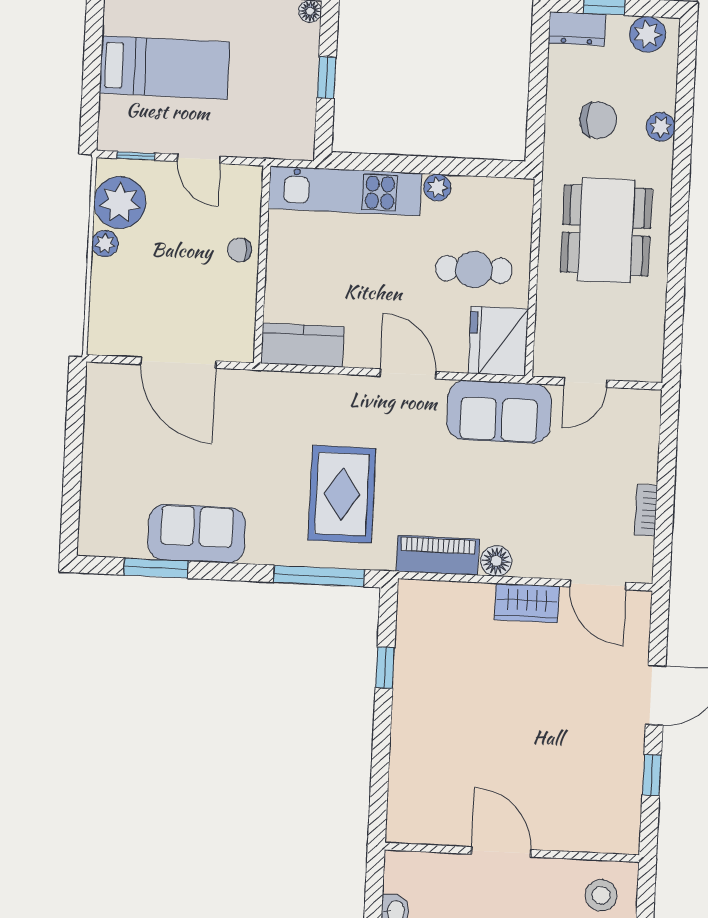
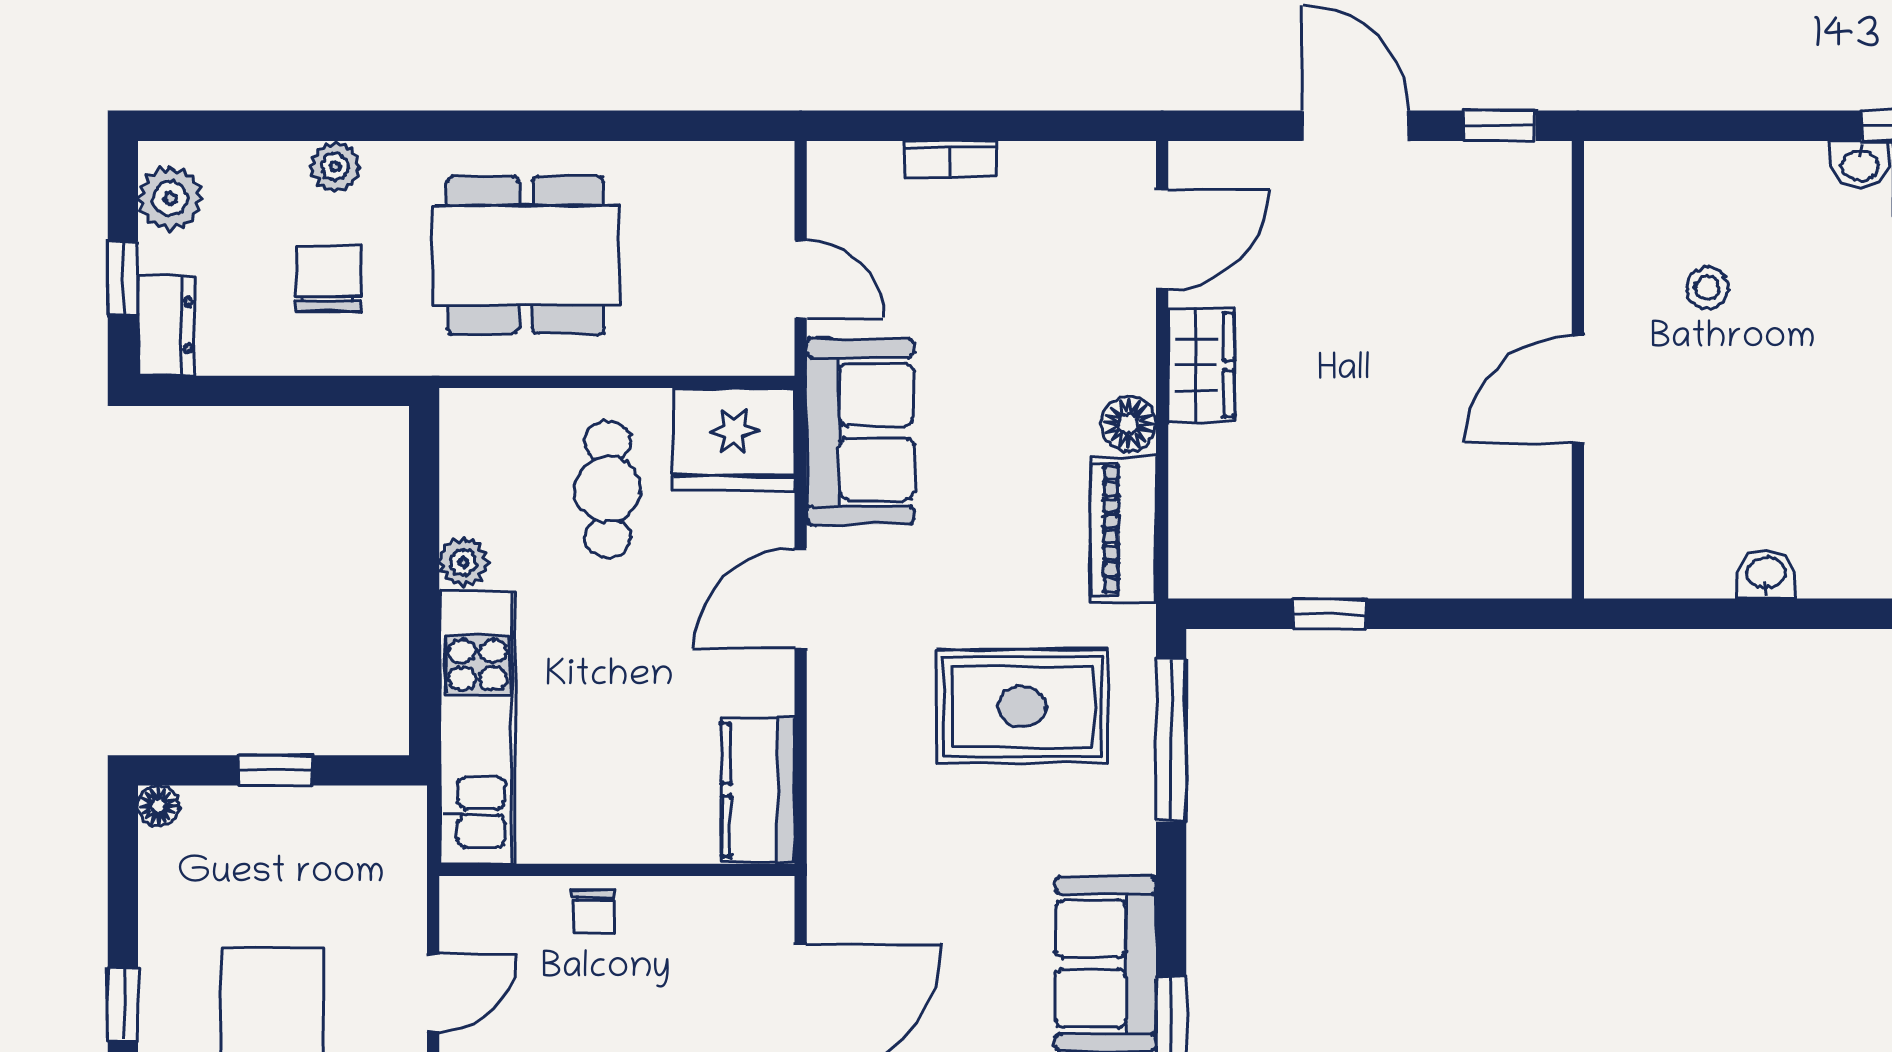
bookcase: (646, 510) -> (950, 159), moved
door: (501, 852) -> (1578, 389), moved
wall: (512, 852) -> (1578, 370), moved
stool: (601, 895) -> (1707, 288), moved, width x0.73, depth x0.73

